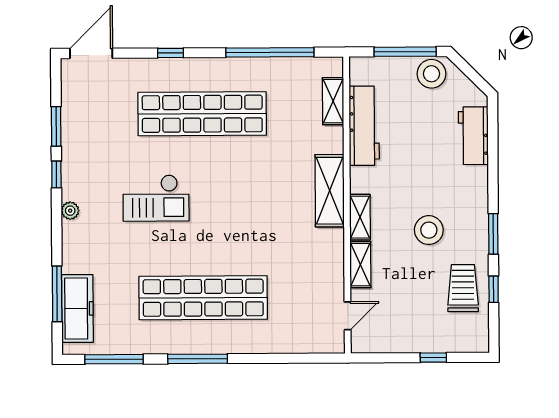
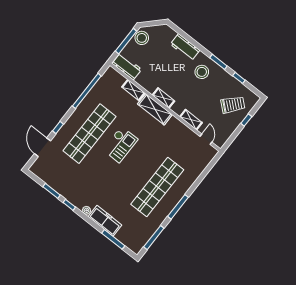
door: (91, 53) -> (42, 147), moved
shelving: (333, 101) -> (133, 90), moved
workbench: (364, 126) -> (127, 66), moved, width x0.73
workbench: (473, 136) -> (185, 47), moved
checkout: (156, 198) -> (120, 144), moved
shelving: (360, 217) -> (163, 98), moved
stool: (429, 230) -> (202, 72), moved
trolley: (463, 288) -> (233, 105), moved, turned 131
freezer: (77, 308) -> (105, 221), moved

